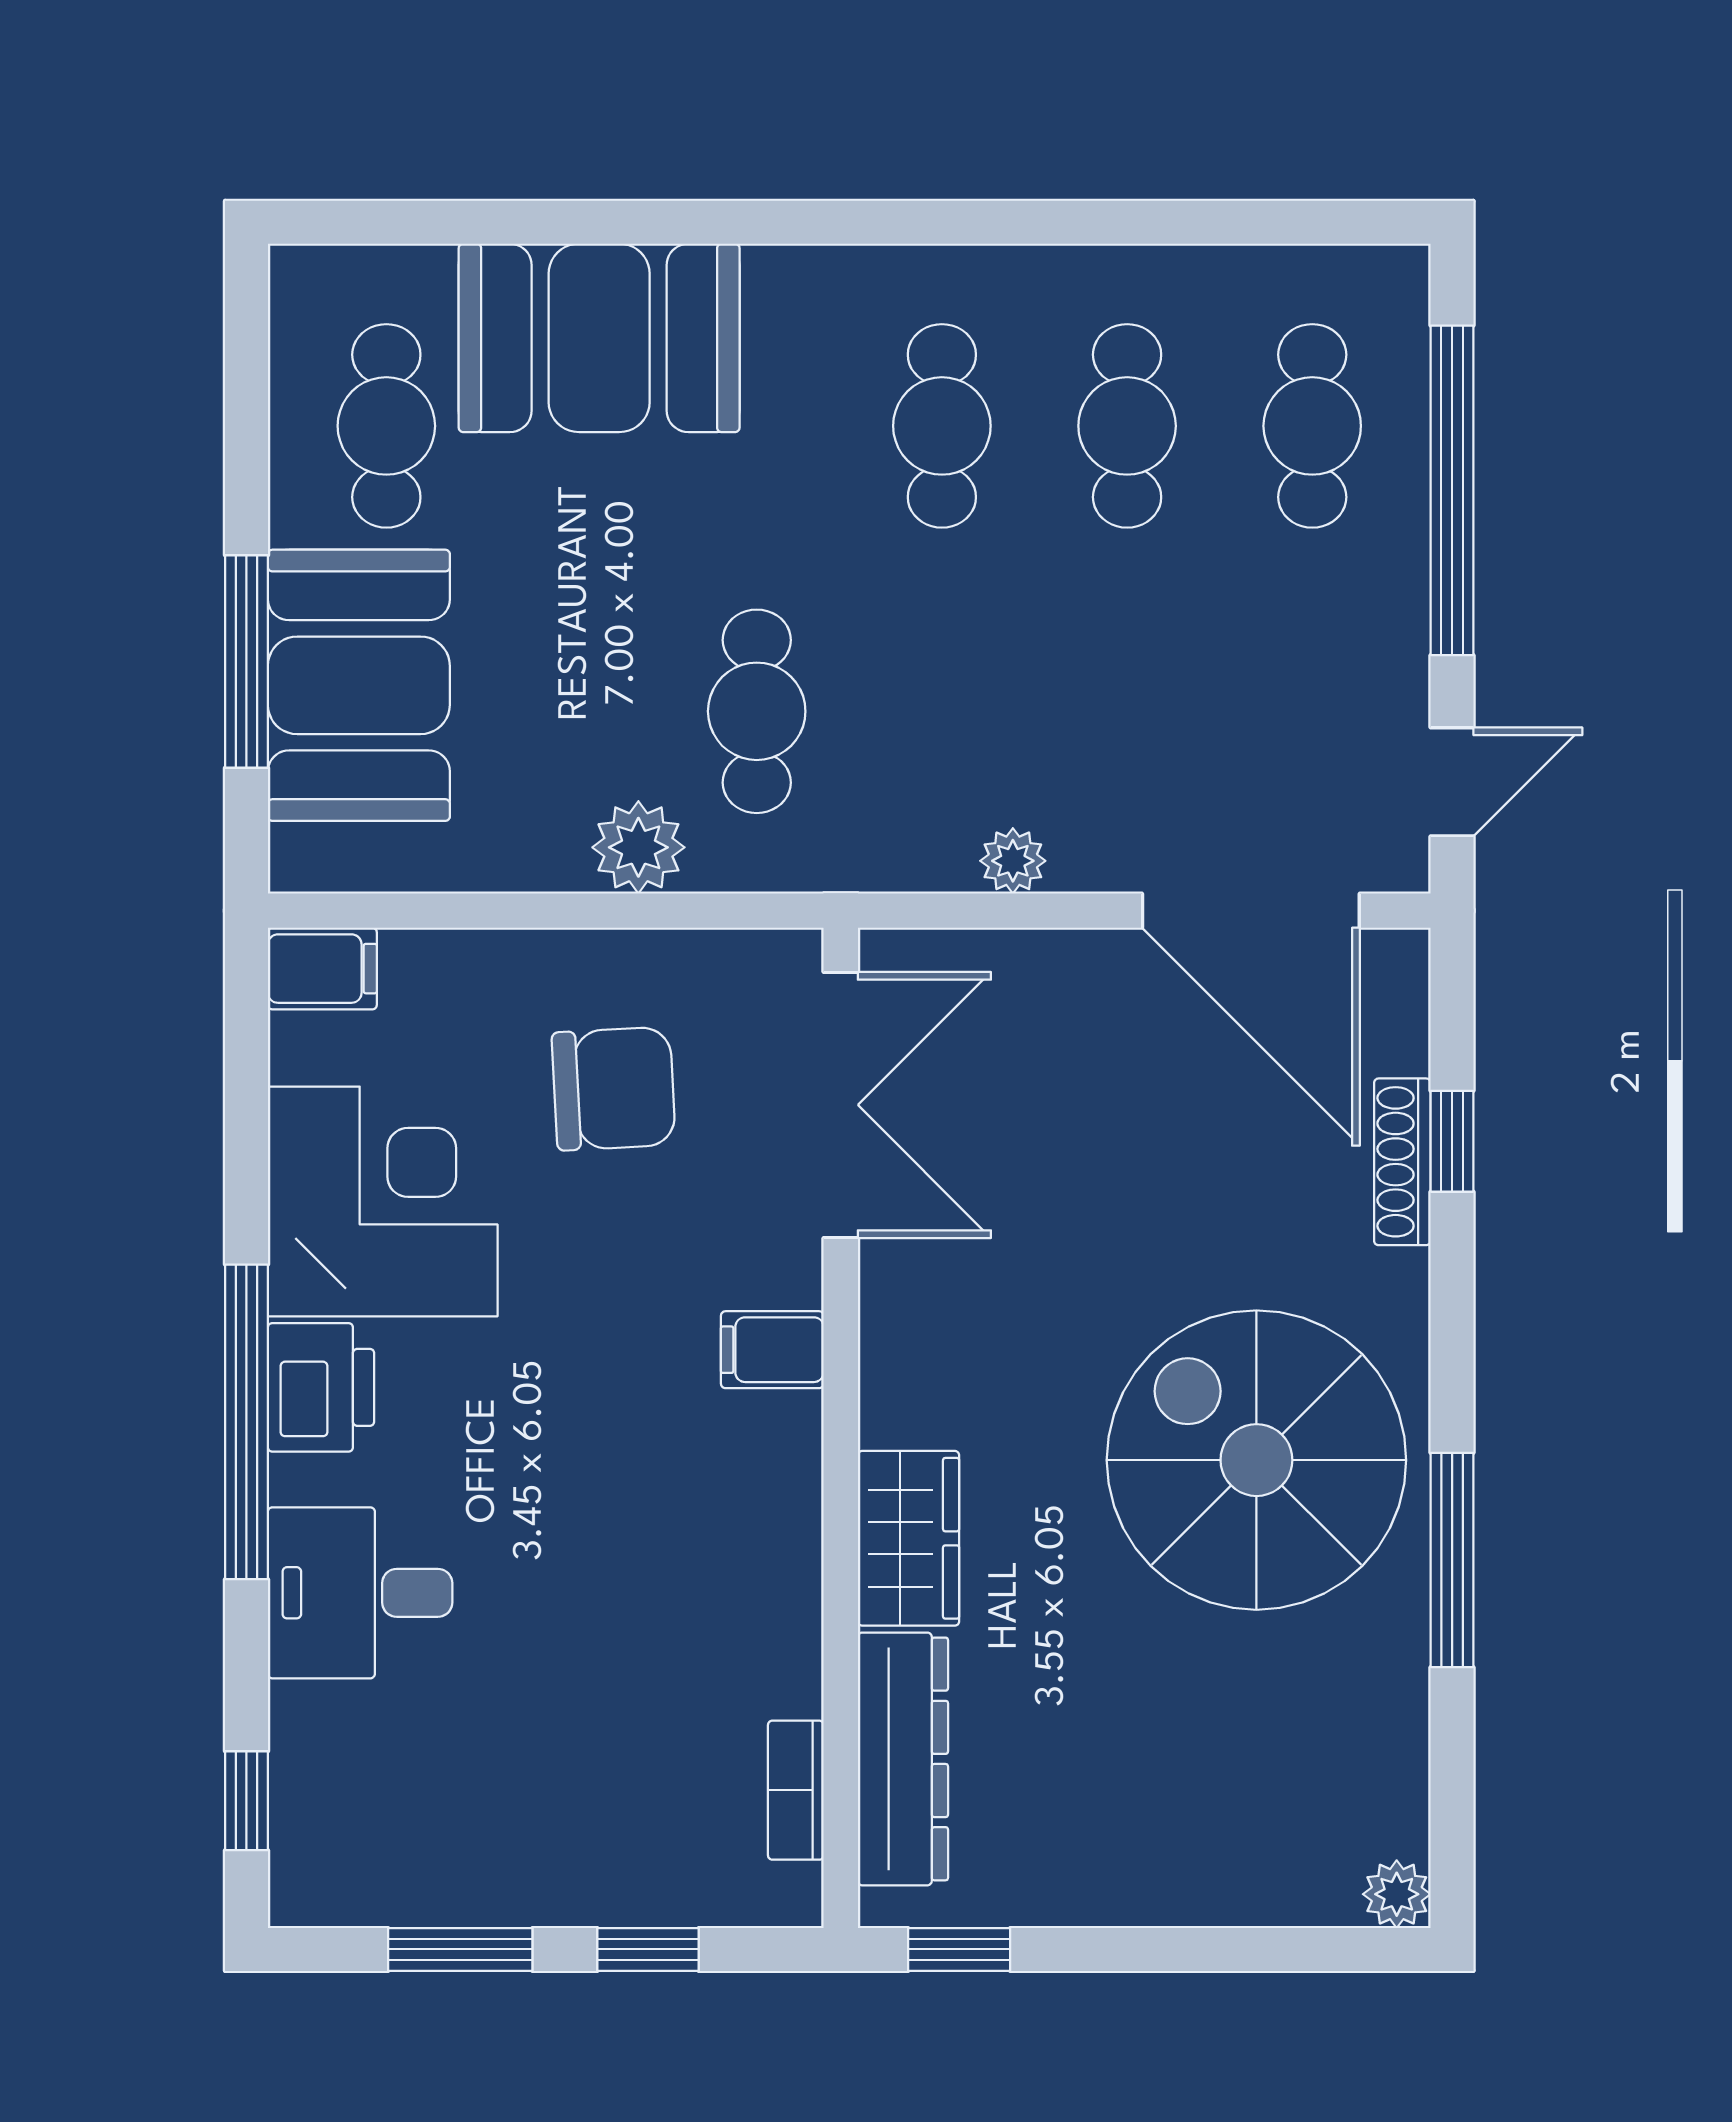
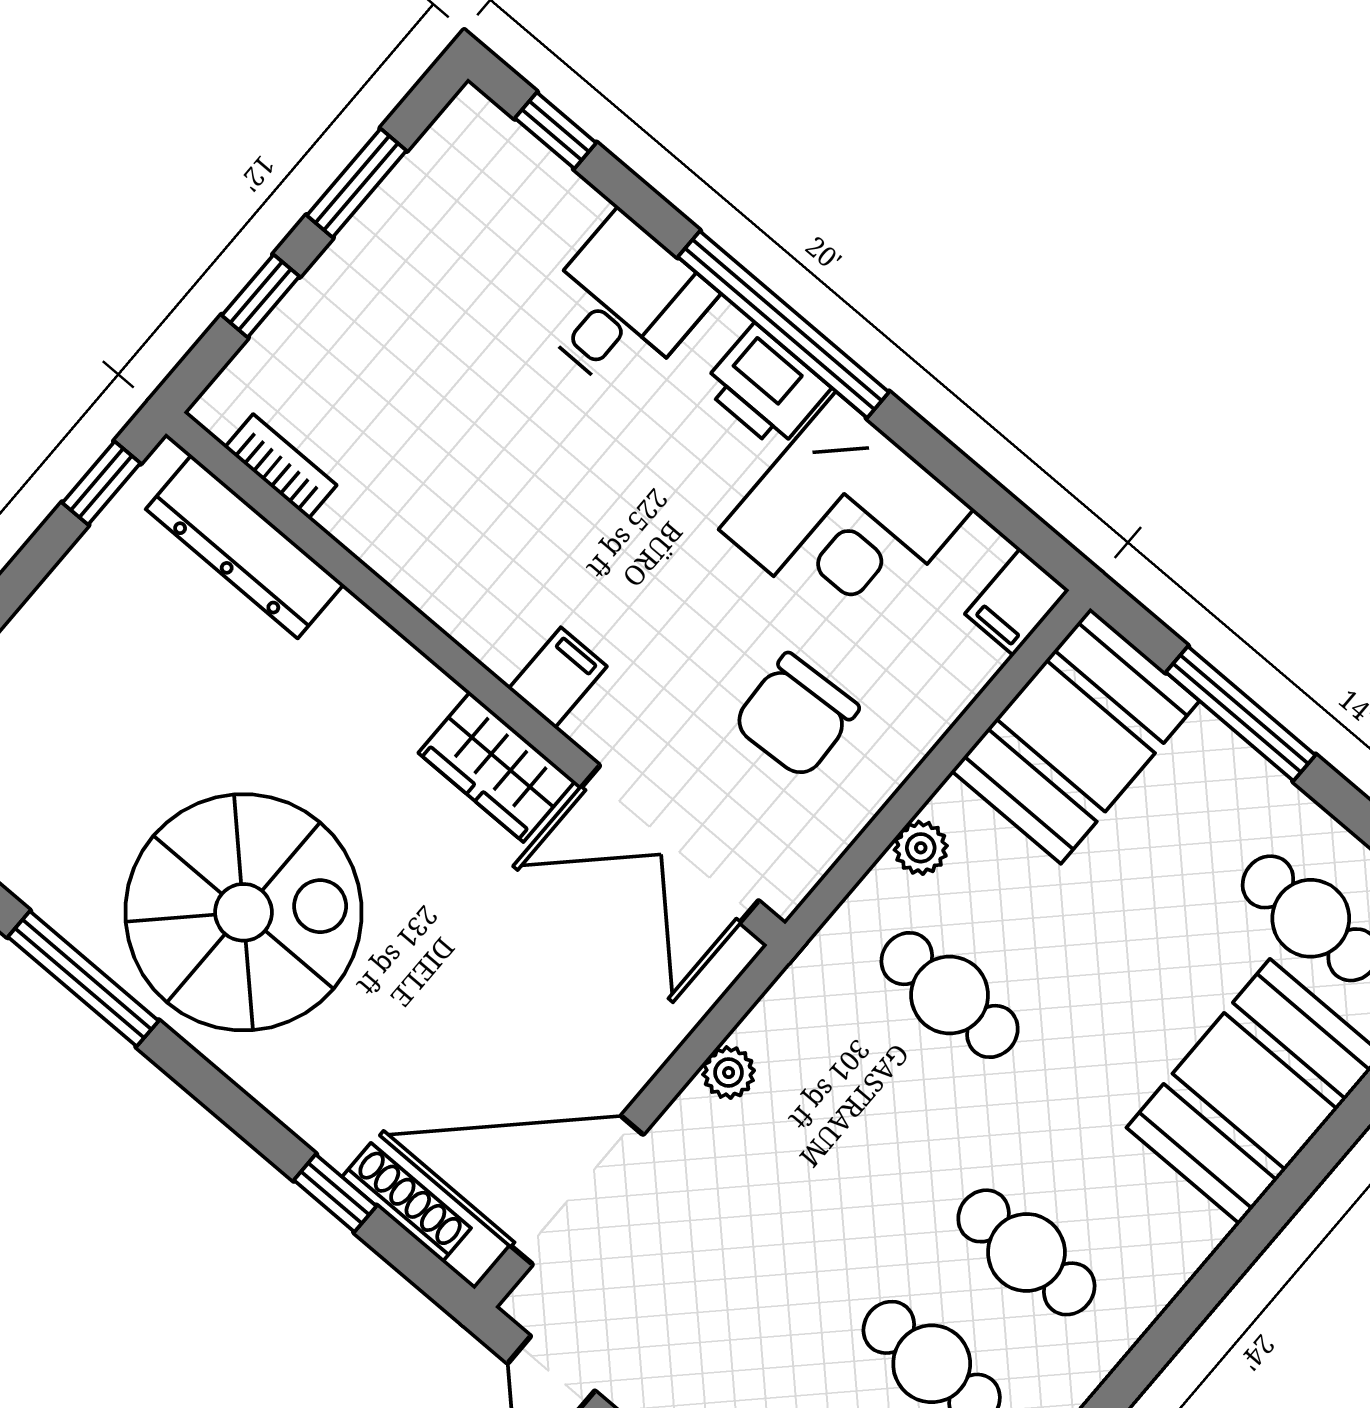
booth: (359, 685) -> (1075, 736), moved, turned 90
plant: (638, 847) -> (921, 848), width x0.73, depth x0.73
shoe rack: (1402, 1162) -> (407, 1202), moved
wardrobe: (909, 1538) -> (497, 767), moved

